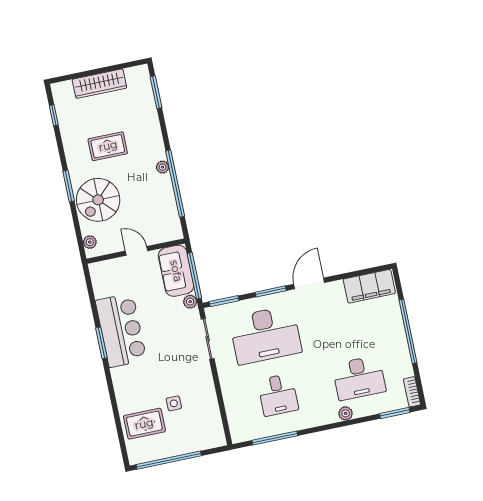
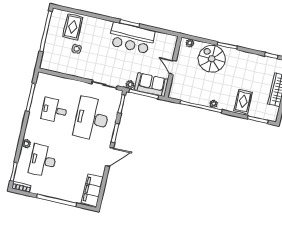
rug: (108, 146) -> (243, 101), moved
door: (137, 251) -> (173, 67), swing flipped
door: (309, 283) -> (110, 157), hinge flipped

